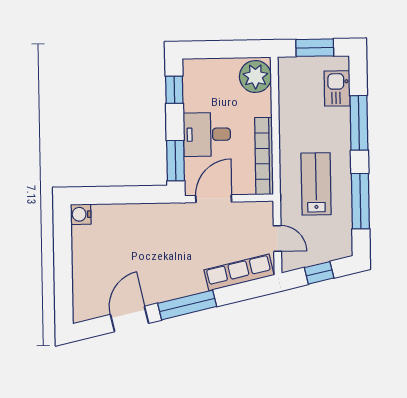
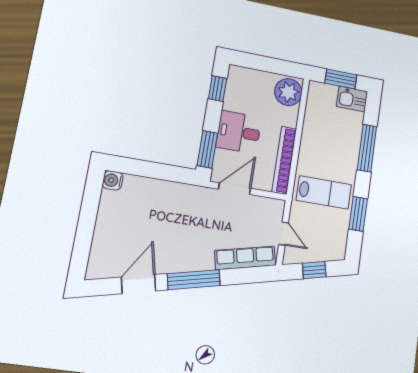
kitchen sink: (337, 88) -> (352, 99), moved, turned -90
lab bench: (316, 184) -> (324, 192), turned 90
window: (360, 201) -> (358, 214), width x0.69

